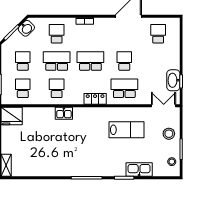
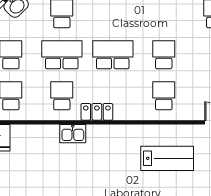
school desk: (124, 88) -> (164, 96), width x0.54
locker: (95, 99) -> (97, 112), moved

